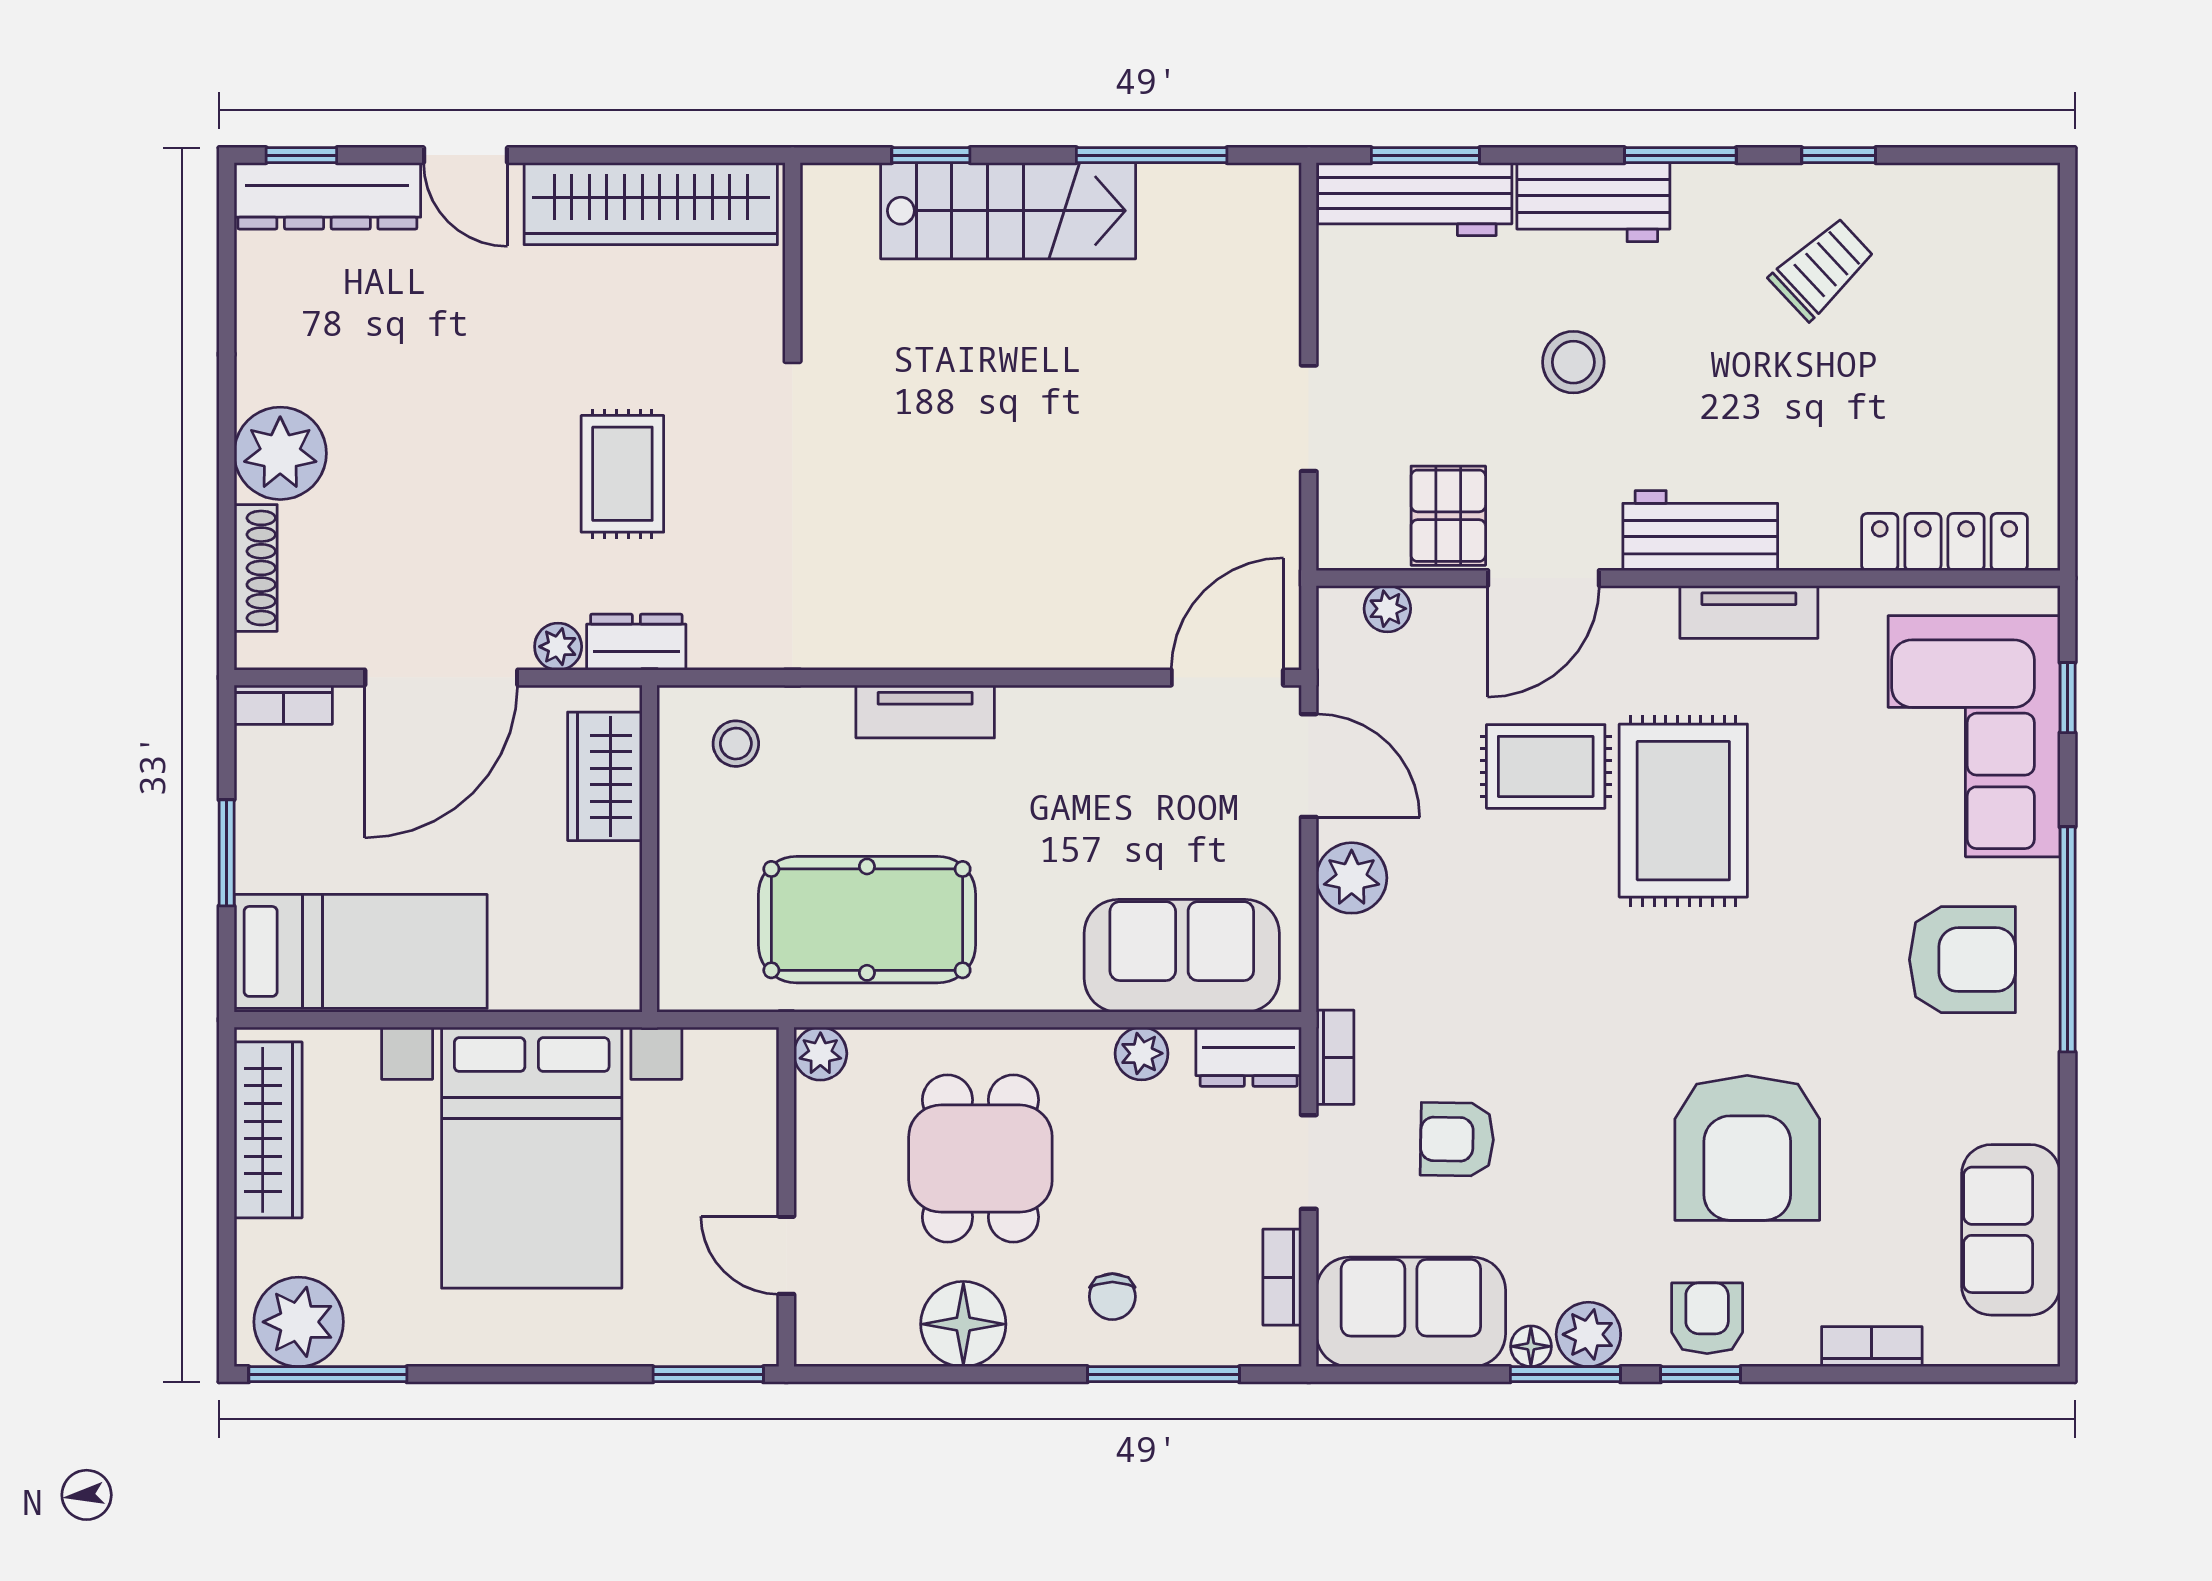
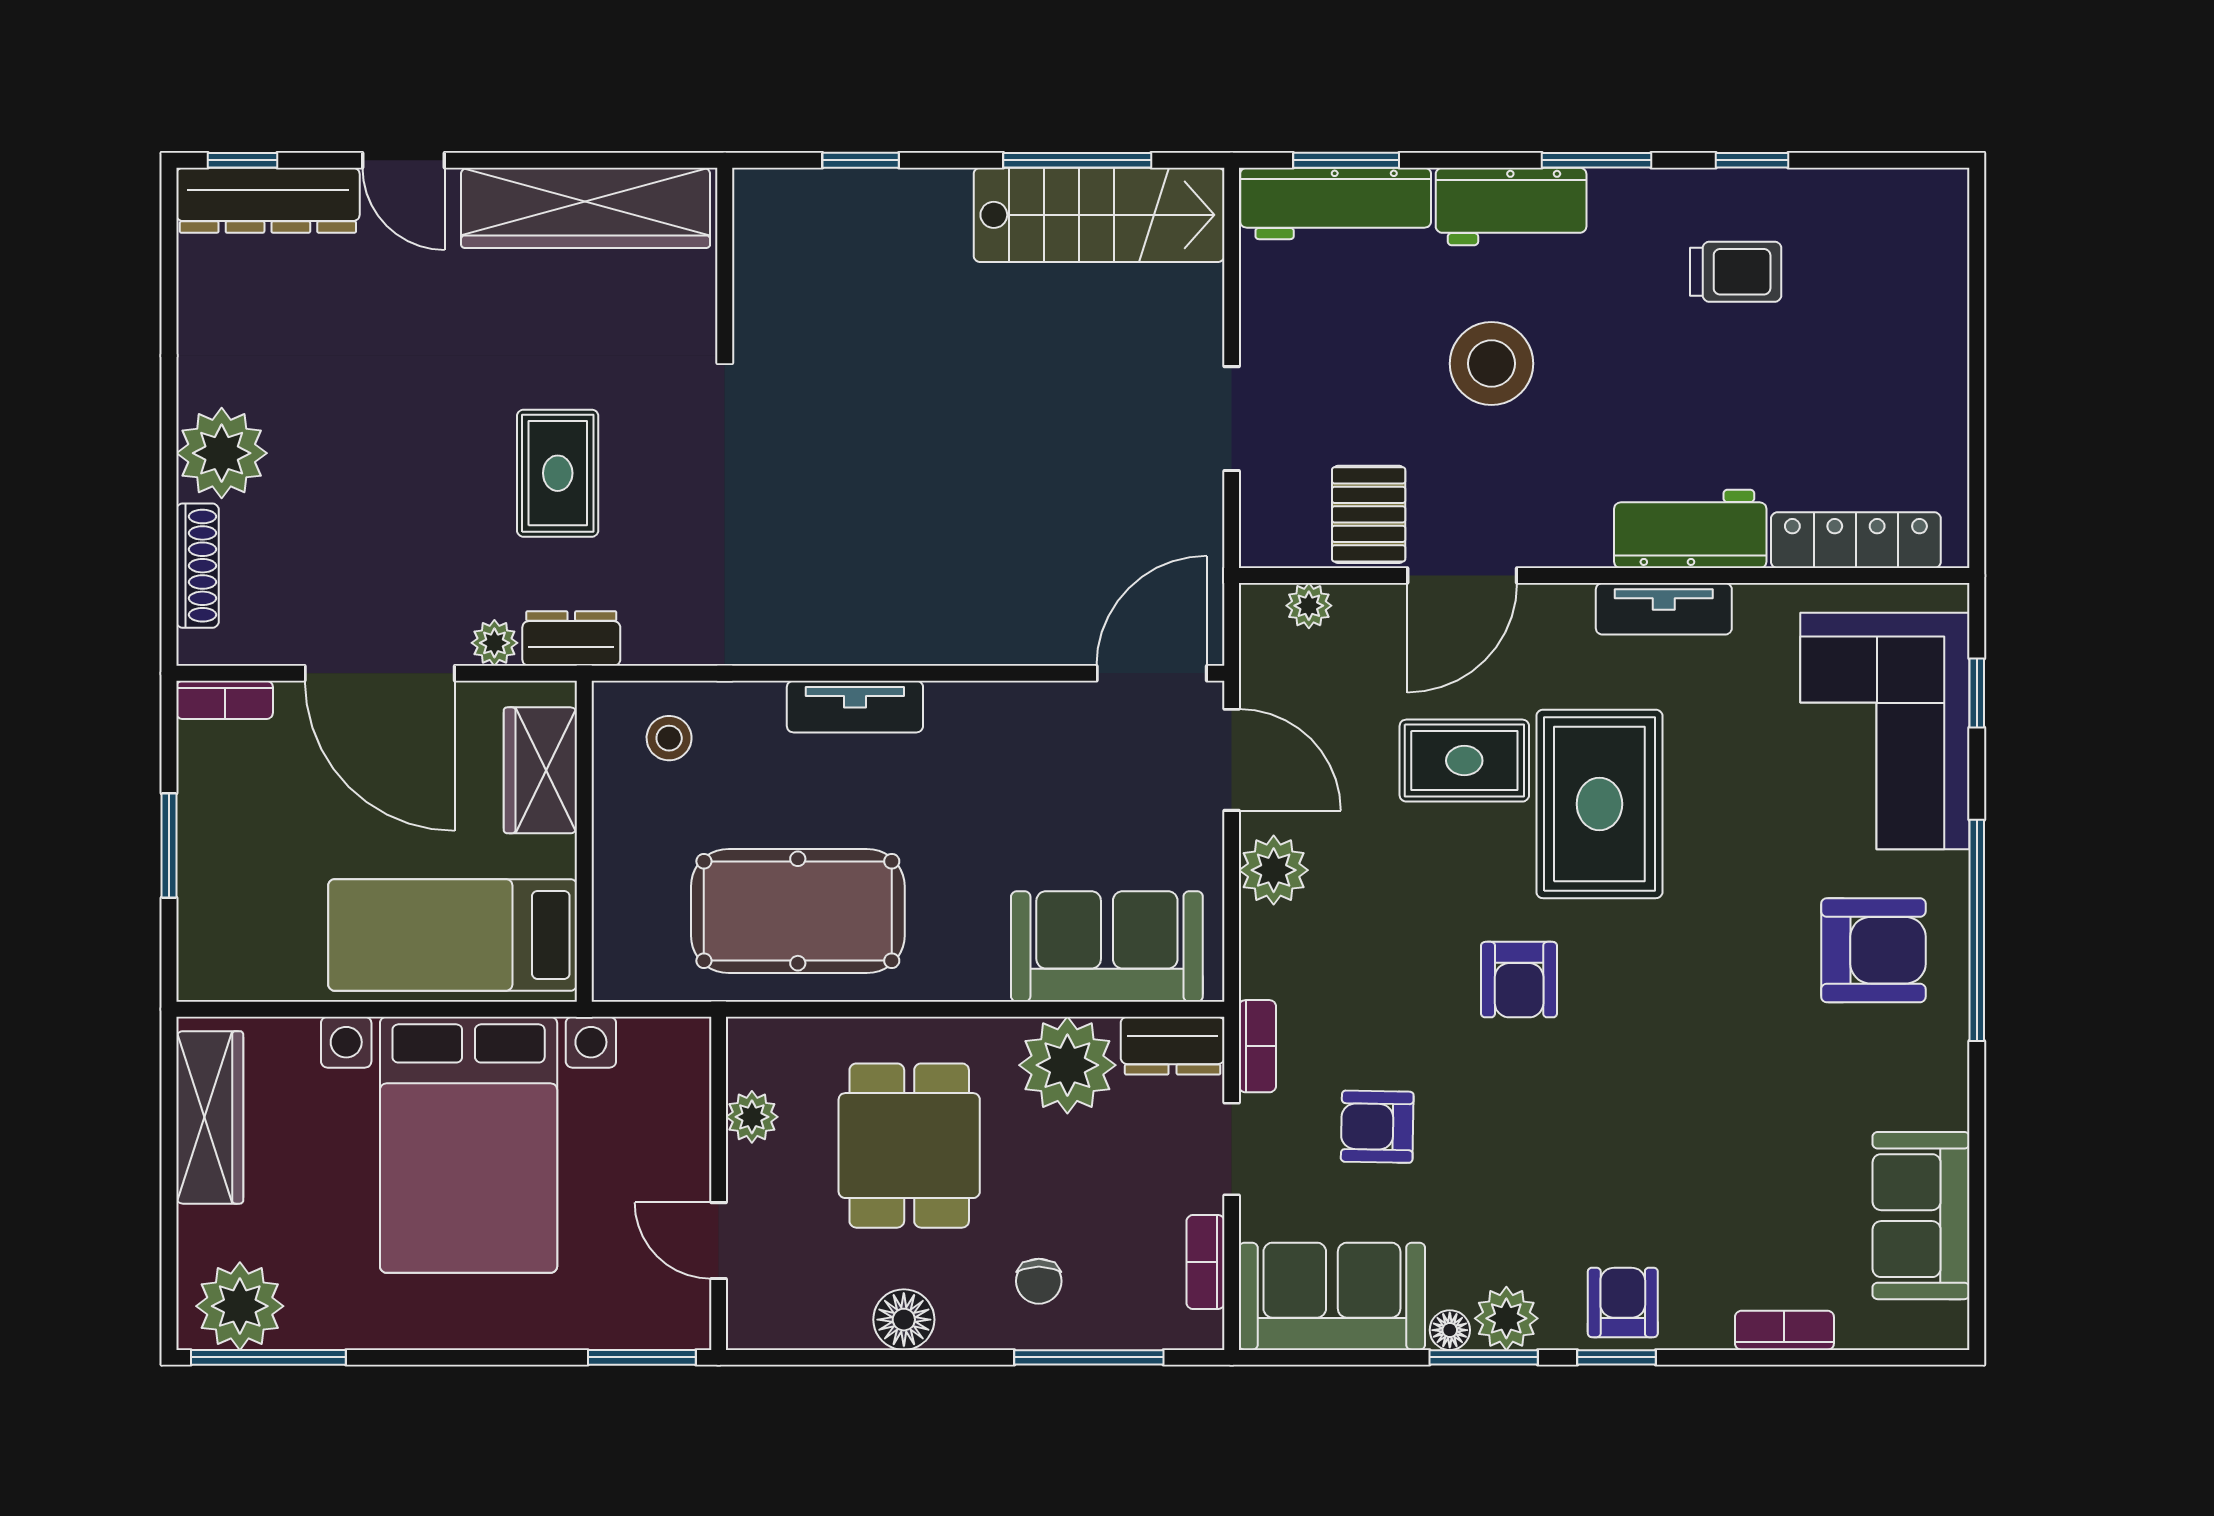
stairs: (1008, 211) -> (1099, 215), moved
trolley: (1822, 269) -> (1736, 272), turned 43
stool: (1573, 362) -> (1491, 364), width x1.38, depth x1.38
workbench: (1700, 531) -> (1690, 529), moved
door: (441, 678) -> (380, 673), hinge flipped
bed: (361, 951) -> (453, 935), moved, turned 180
plant: (1142, 1053) -> (1067, 1065), width x1.87, depth x1.87
plant: (820, 1054) -> (752, 1117), moved
armchair: (1747, 1148) -> (1519, 980), moved, width x0.53, depth x0.53
floor lamp: (963, 1324) -> (904, 1320), width x0.73, depth x0.73

